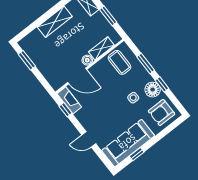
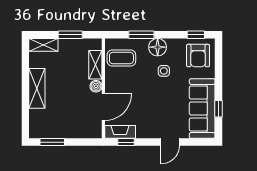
window: (162, 84) -> (196, 35), moved
floor lamp: (153, 90) -> (158, 47), moved

